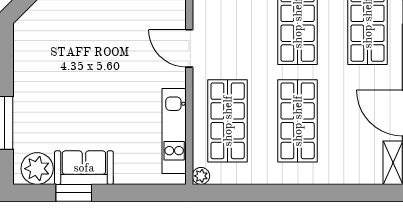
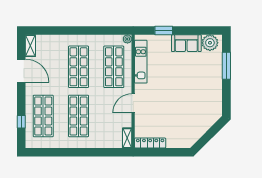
door: (189, 48) -> (133, 103), swing flipped
window: (74, 193) -> (164, 30), moved

